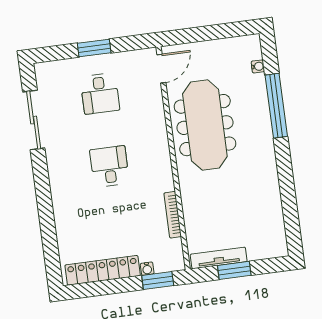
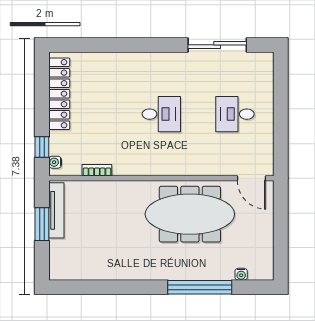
window: (94, 48) -> (281, 114), removed
bookcase: (173, 215) -> (97, 170), width x0.64
water cooler: (147, 269) -> (55, 162), moved
window: (158, 281) -> (42, 147), width x0.67

